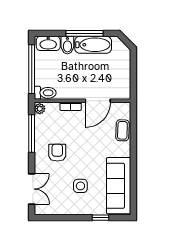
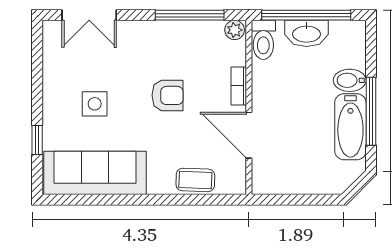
washbasin: (48, 43) -> (307, 33), moved, turned -90
armchair: (57, 153) -> (168, 95), moved

